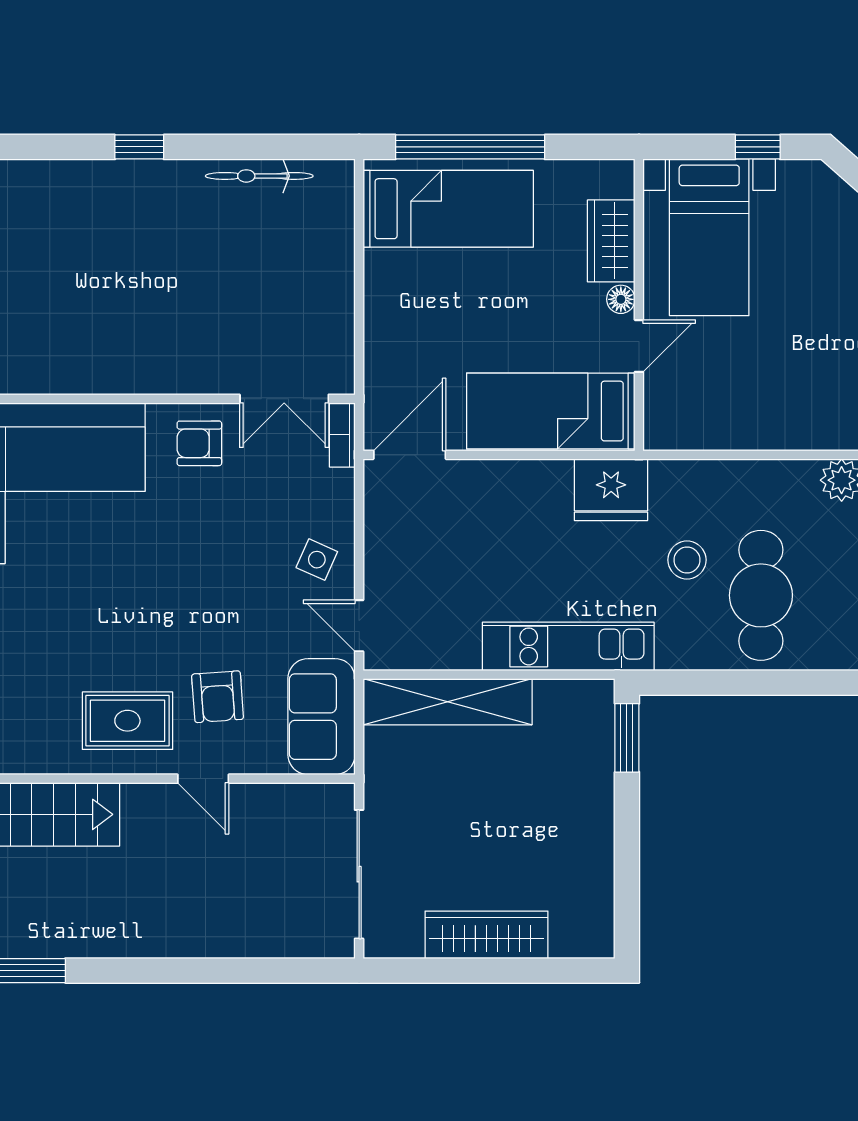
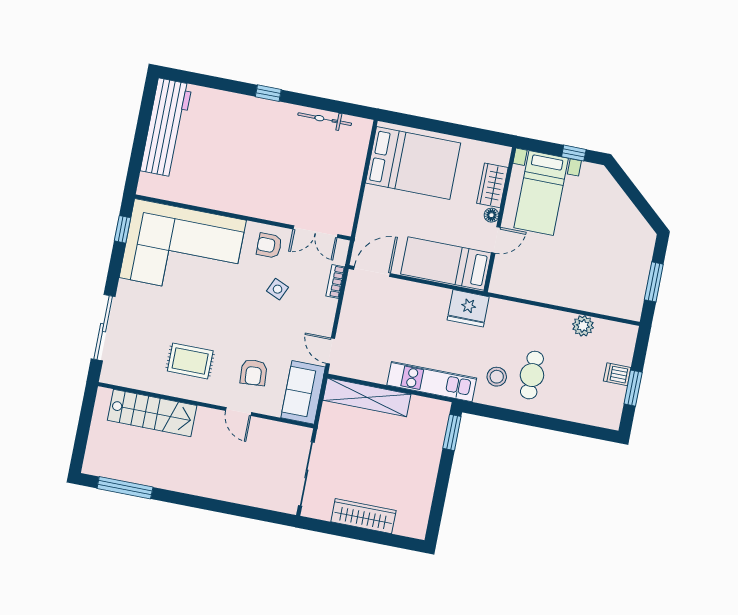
window: (470, 147) -> (432, 125), removed
bed: (448, 209) -> (413, 163), width x1.50
bookcase: (342, 435) -> (335, 282), moved
side table: (317, 560) -> (278, 289), moved
stool: (687, 560) -> (497, 377), moved
cafe table: (761, 595) -> (532, 375), width x0.73, depth x0.74
rug: (127, 721) -> (190, 361), moved

